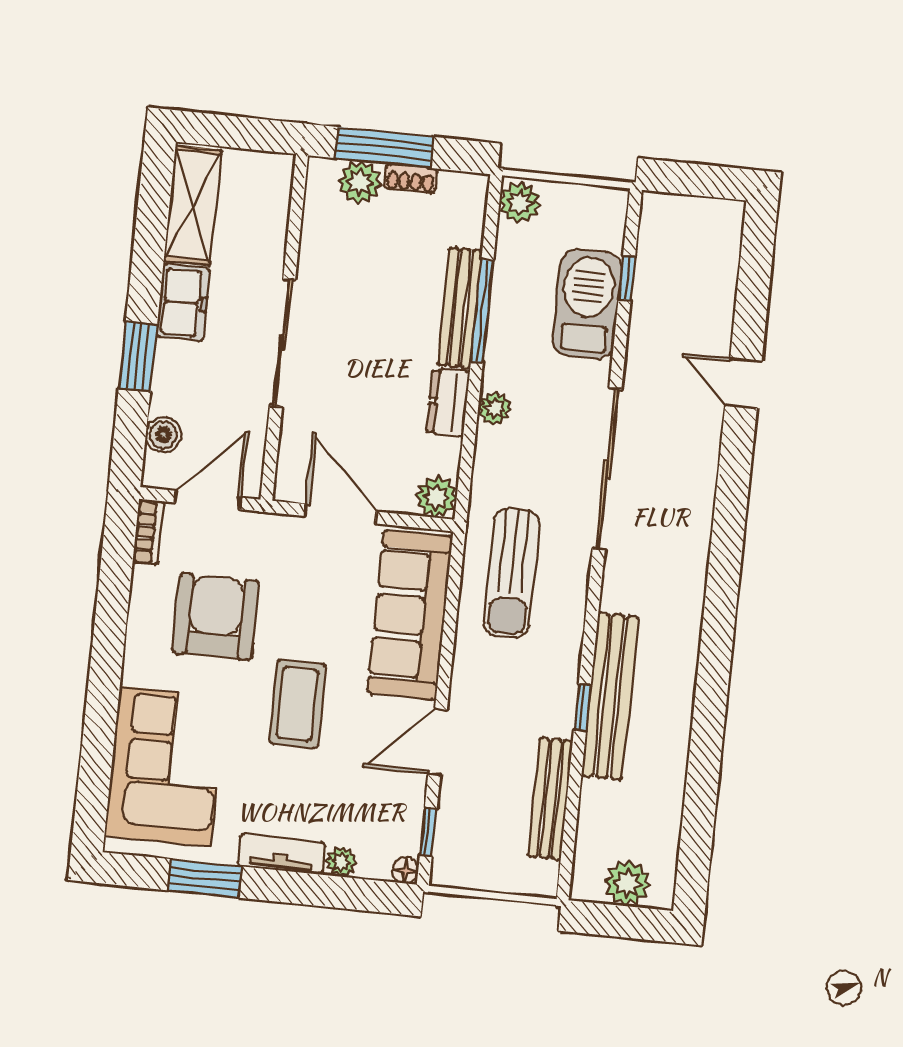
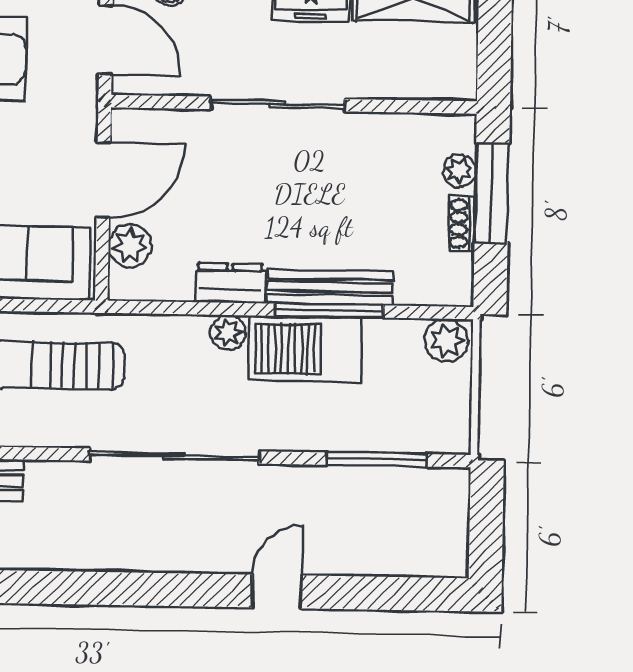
plant: (360, 182) -> (459, 171), width x0.73, depth x0.73
window: (627, 278) -> (376, 460), width x2.17
barbecue: (587, 304) -> (305, 349), moved, turned 180
plant: (436, 497) -> (130, 246), moved

